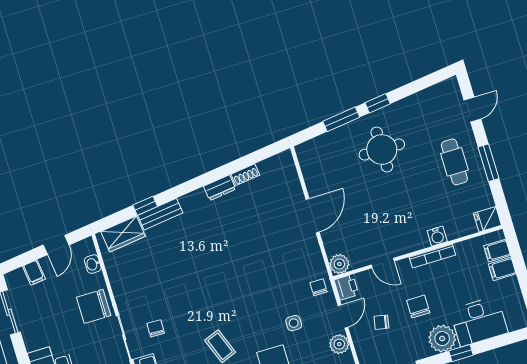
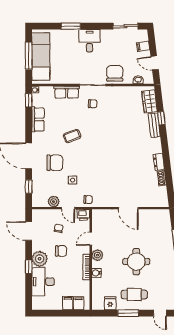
round table: (382, 150) -> (136, 262), moved
fridge: (487, 219) -> (110, 303), moved
plant: (339, 264) -> (97, 255), moved

